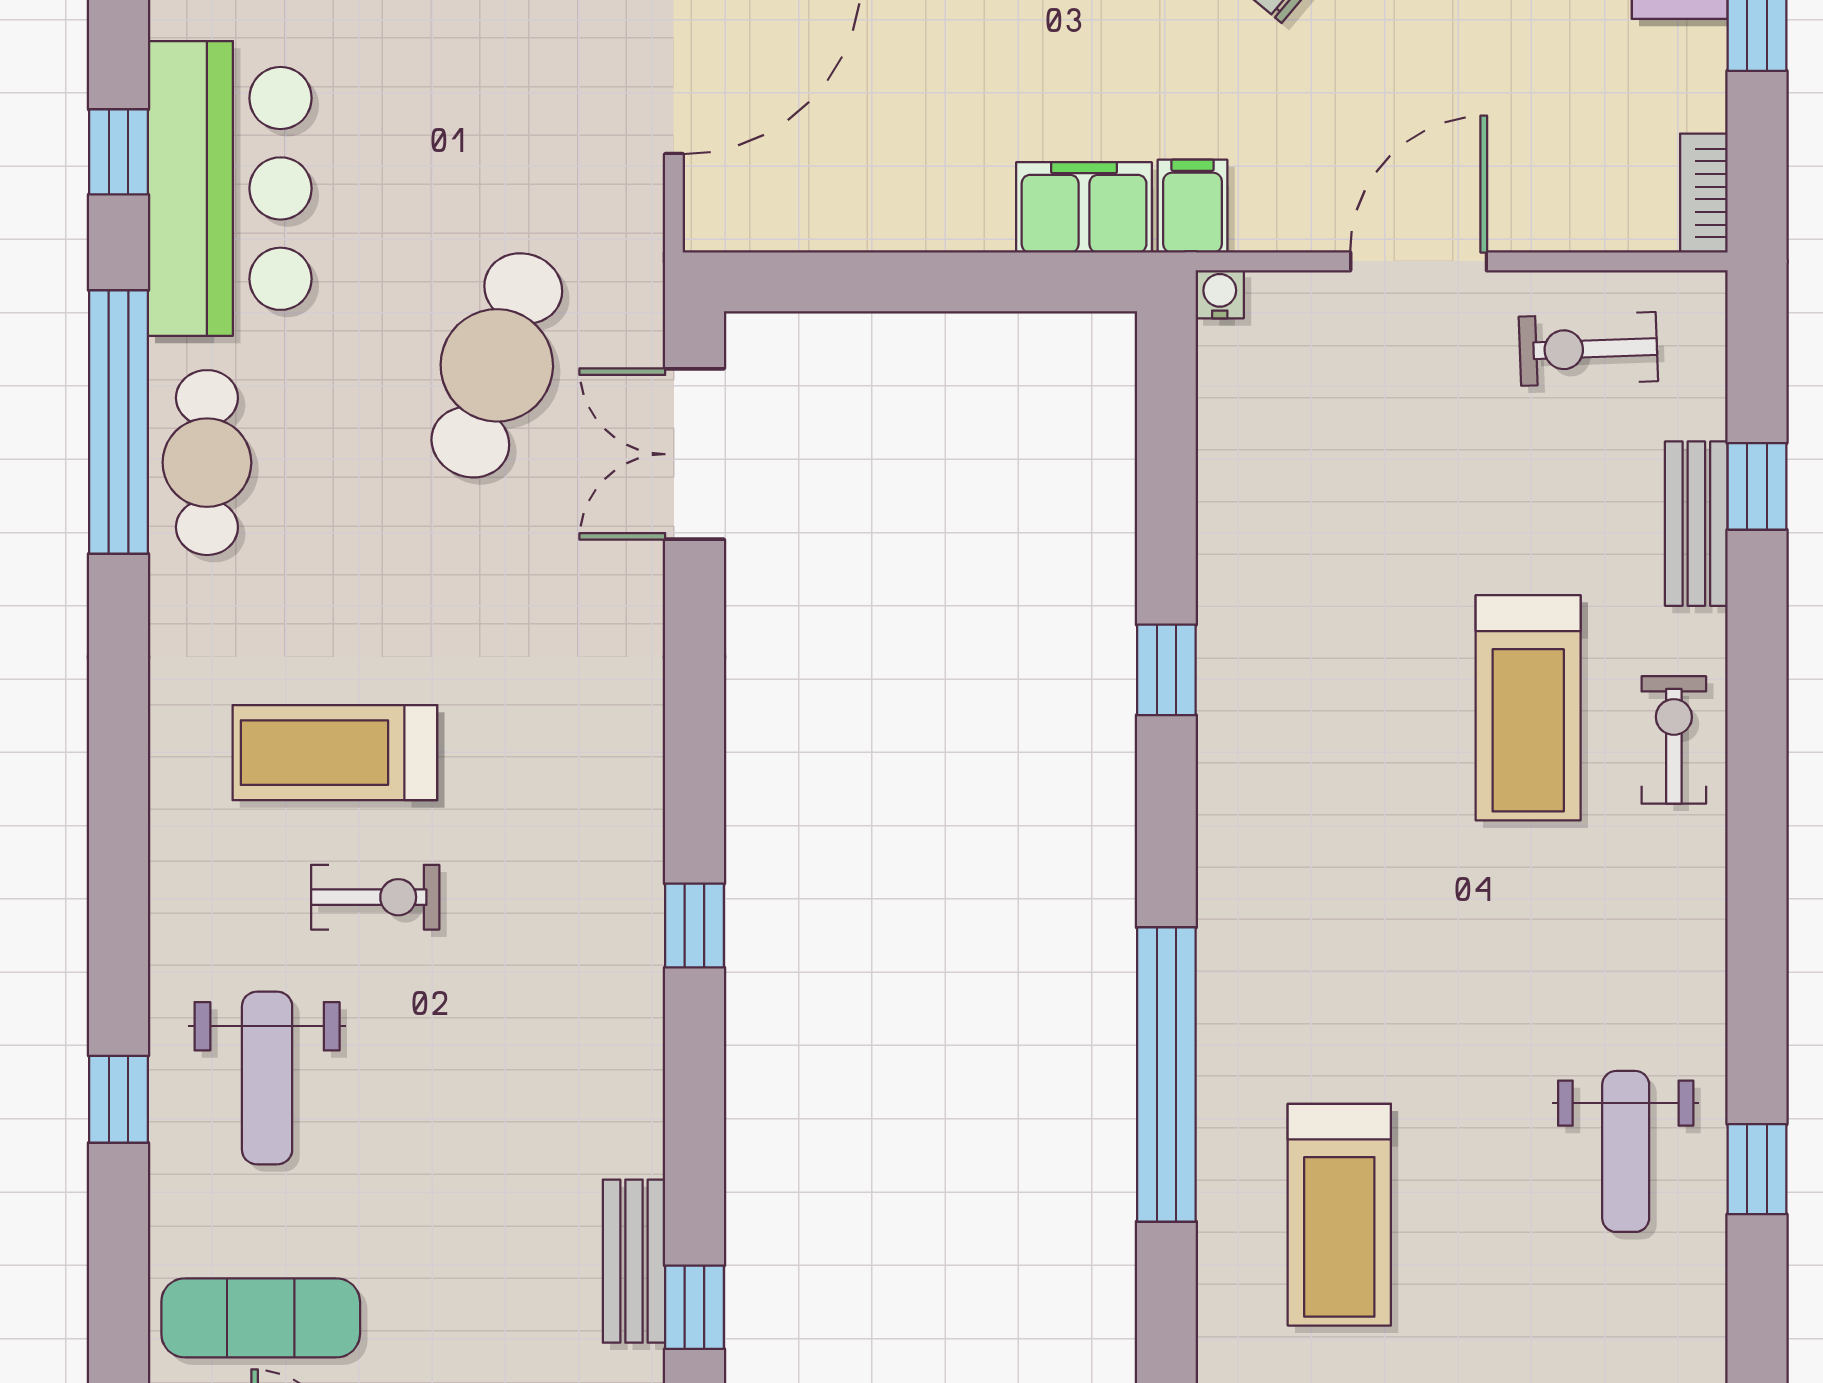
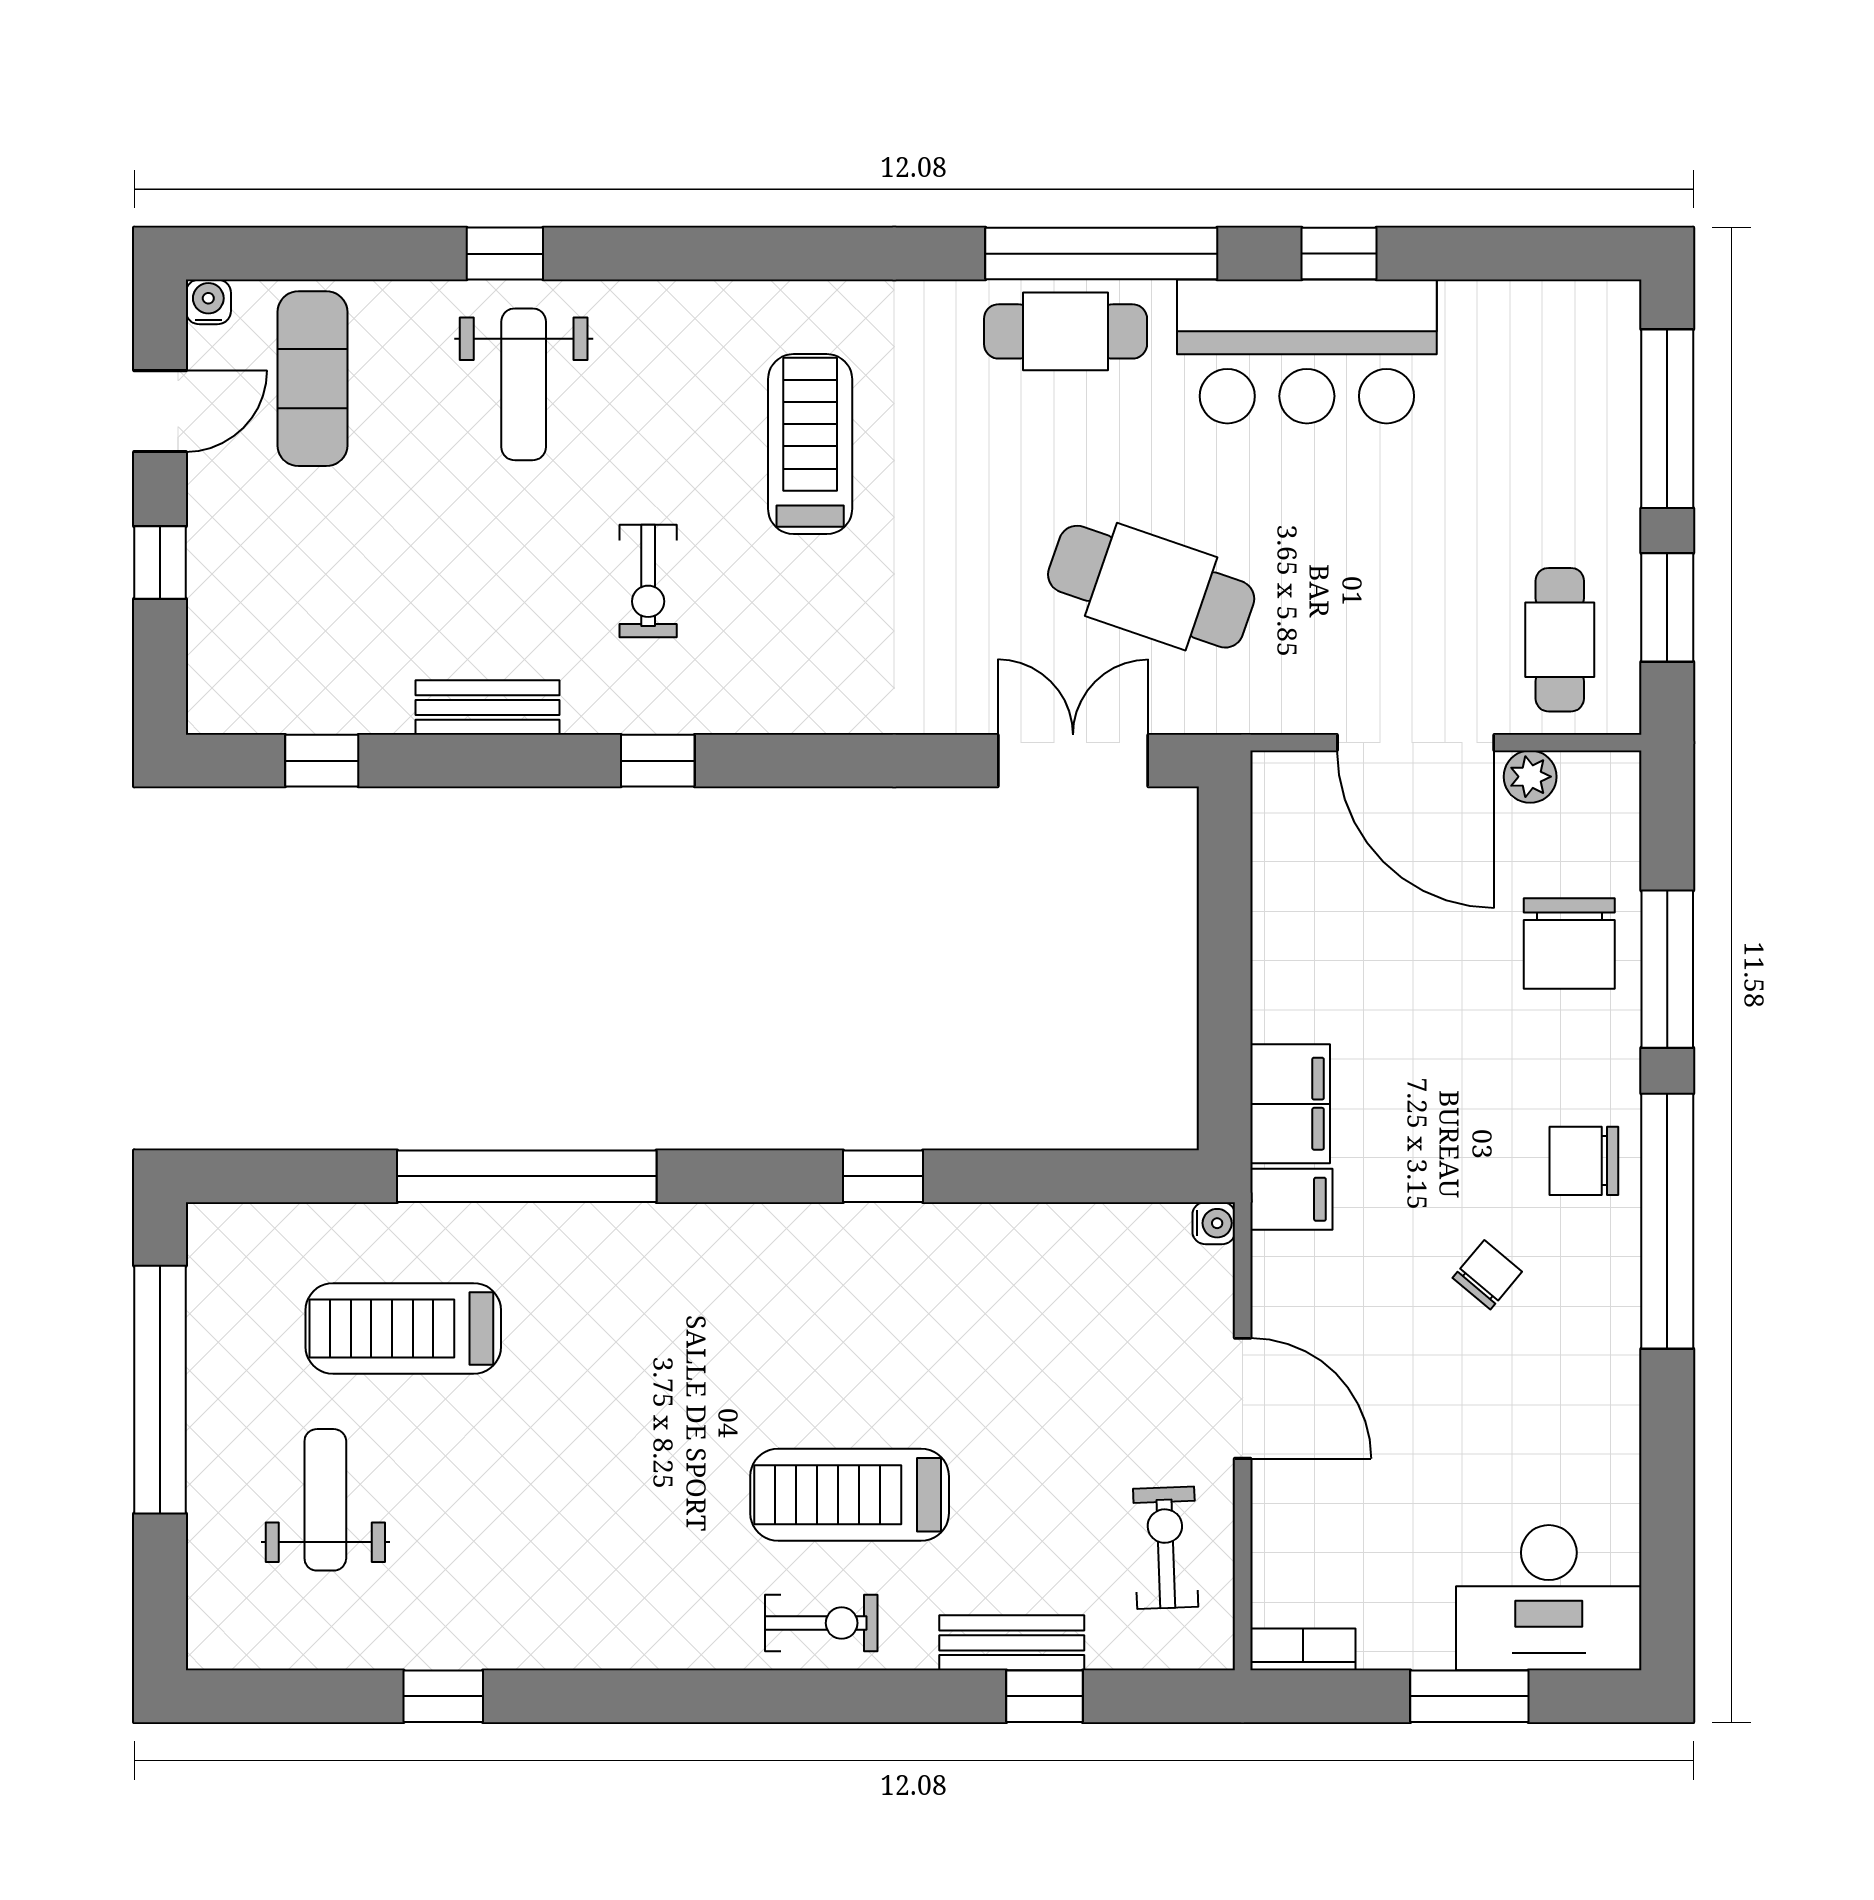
exercise bike: (375, 897) -> (648, 581), moved
weight bench: (267, 1078) -> (524, 384), turned -90
weight bench: (1626, 1151) -> (325, 1500), moved, turned 90
bench: (634, 1261) -> (488, 707), moved

